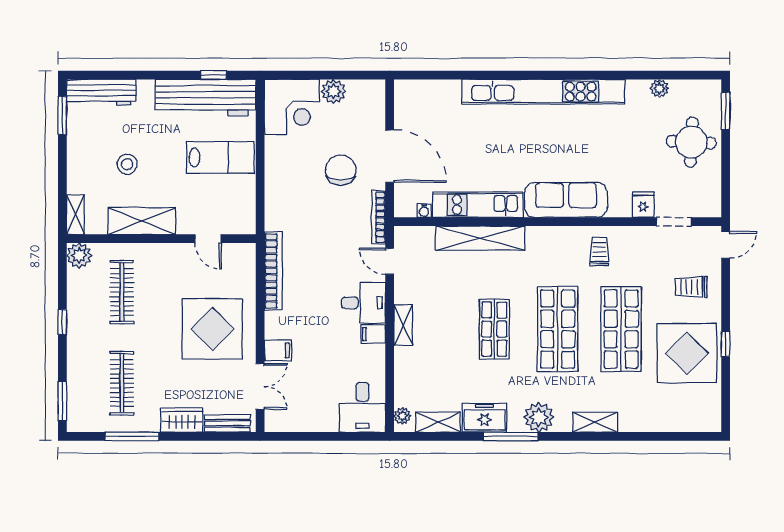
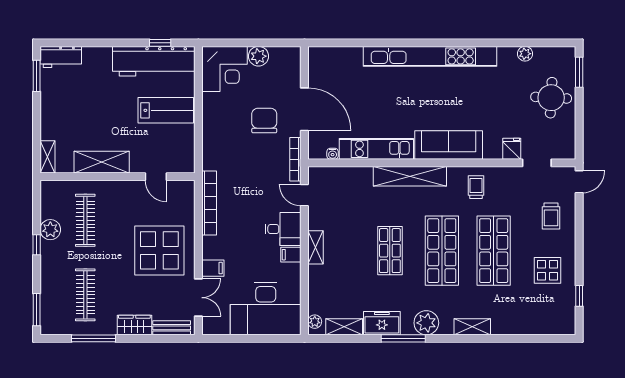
workbench: (101, 92) -> (61, 57), width x0.73
stool: (127, 164) -> (90, 116), removed
shelving: (480, 238) -> (410, 176), moved
plant: (79, 255) -> (50, 230), moved
trolley: (691, 287) -> (551, 216), turned -90
window: (726, 344) -> (579, 296), moved
display table: (687, 353) -> (547, 270), width x0.54, depth x0.54
desk: (362, 407) -> (266, 309), width x1.87, depth x1.30

